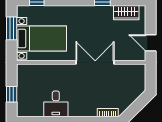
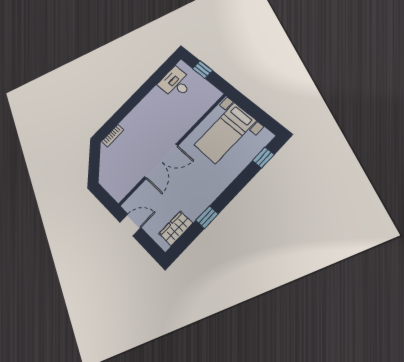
window: (12, 28) -> (259, 114), removed
desk: (56, 104) -> (176, 83), moved

